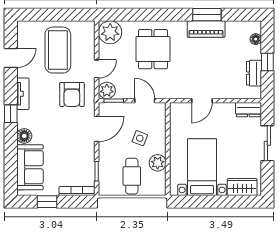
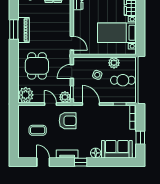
dining table: (153, 49) -> (37, 66), turned 90
coffee table: (58, 50) -> (38, 130), width x0.54, depth x0.58
door: (202, 101) -> (72, 43), moved

